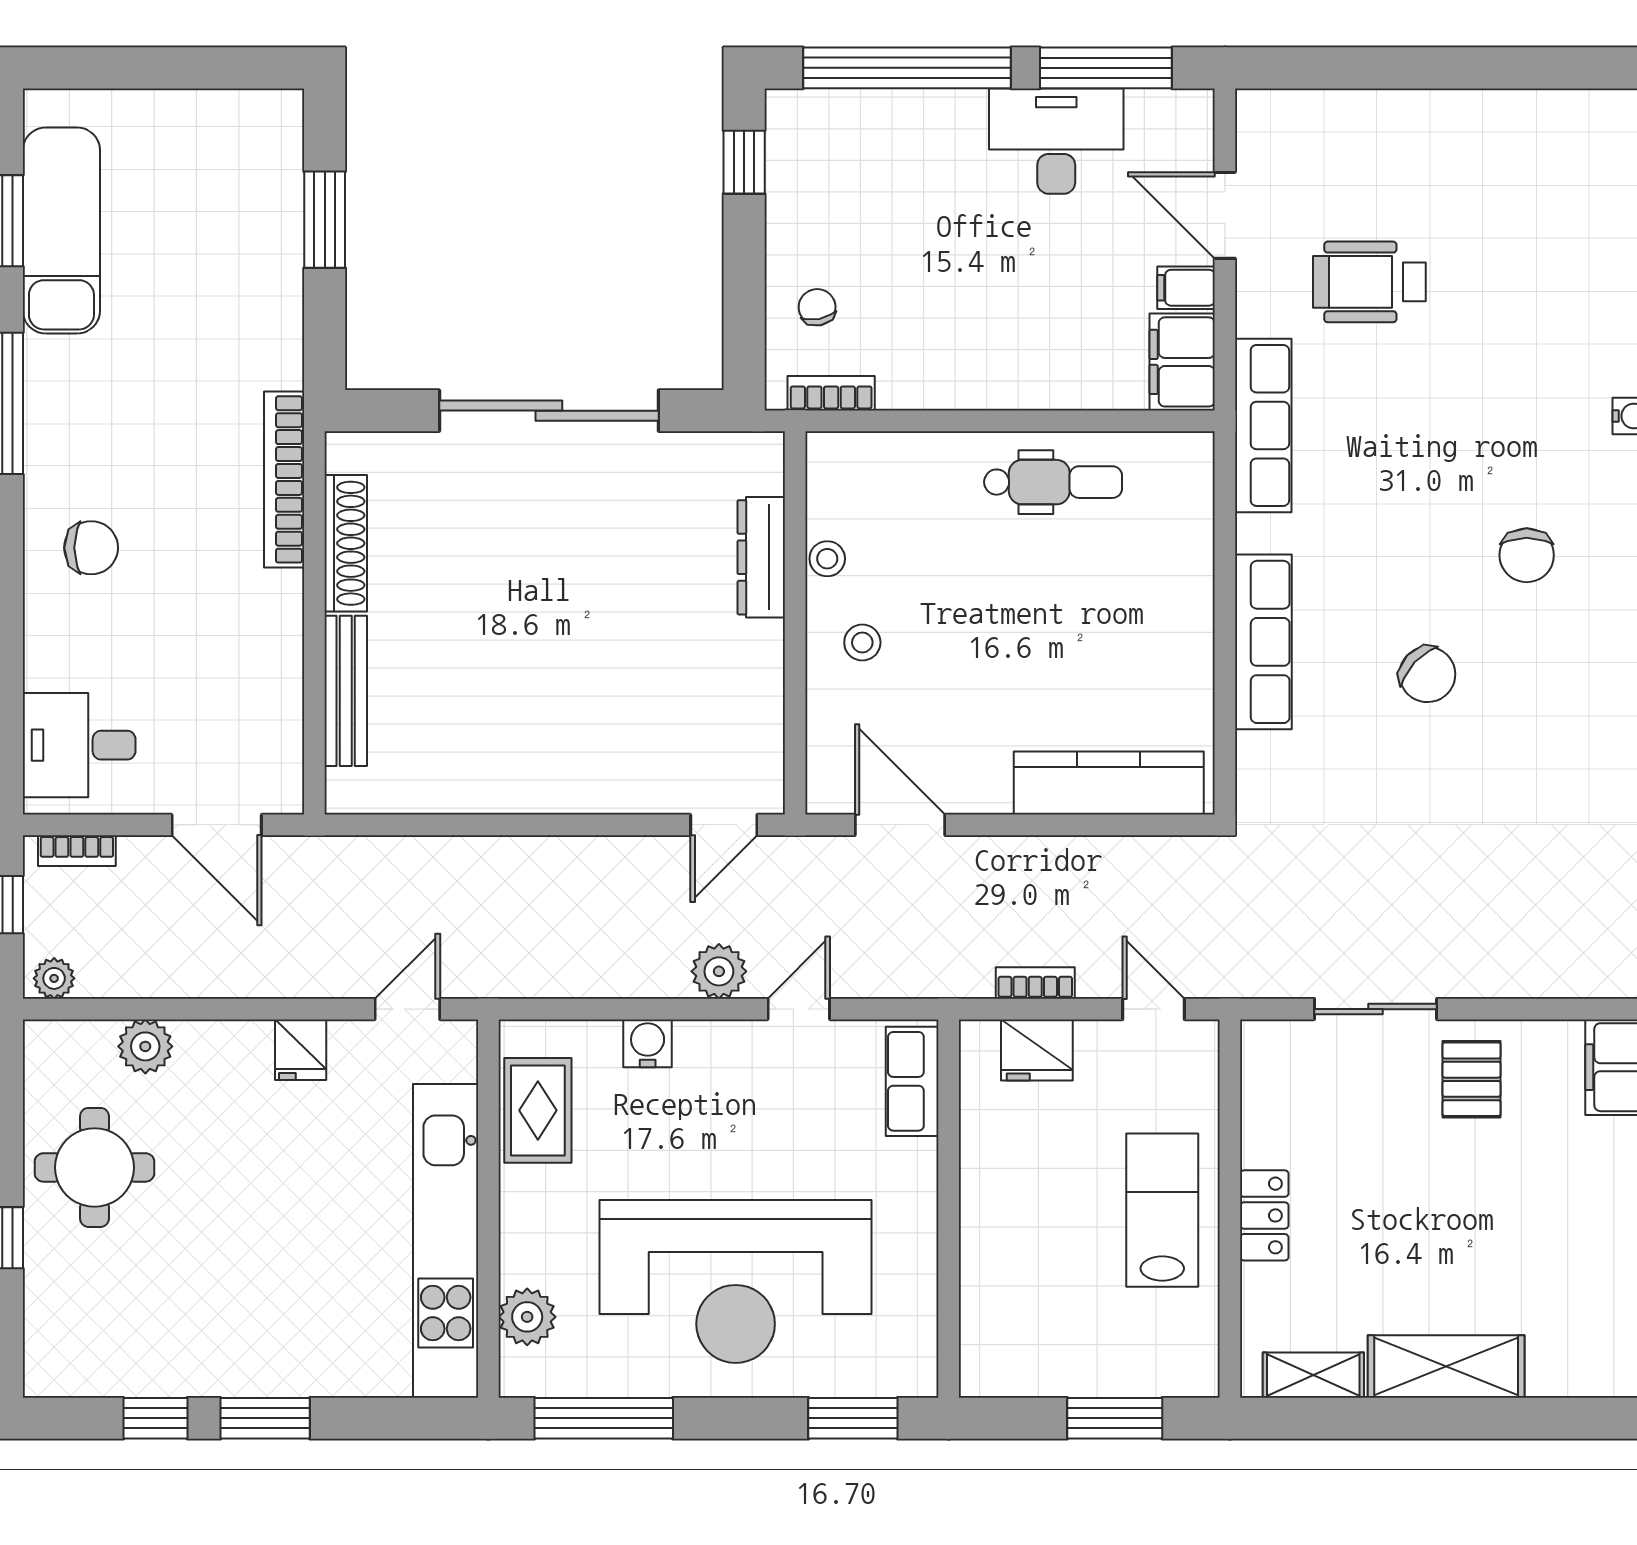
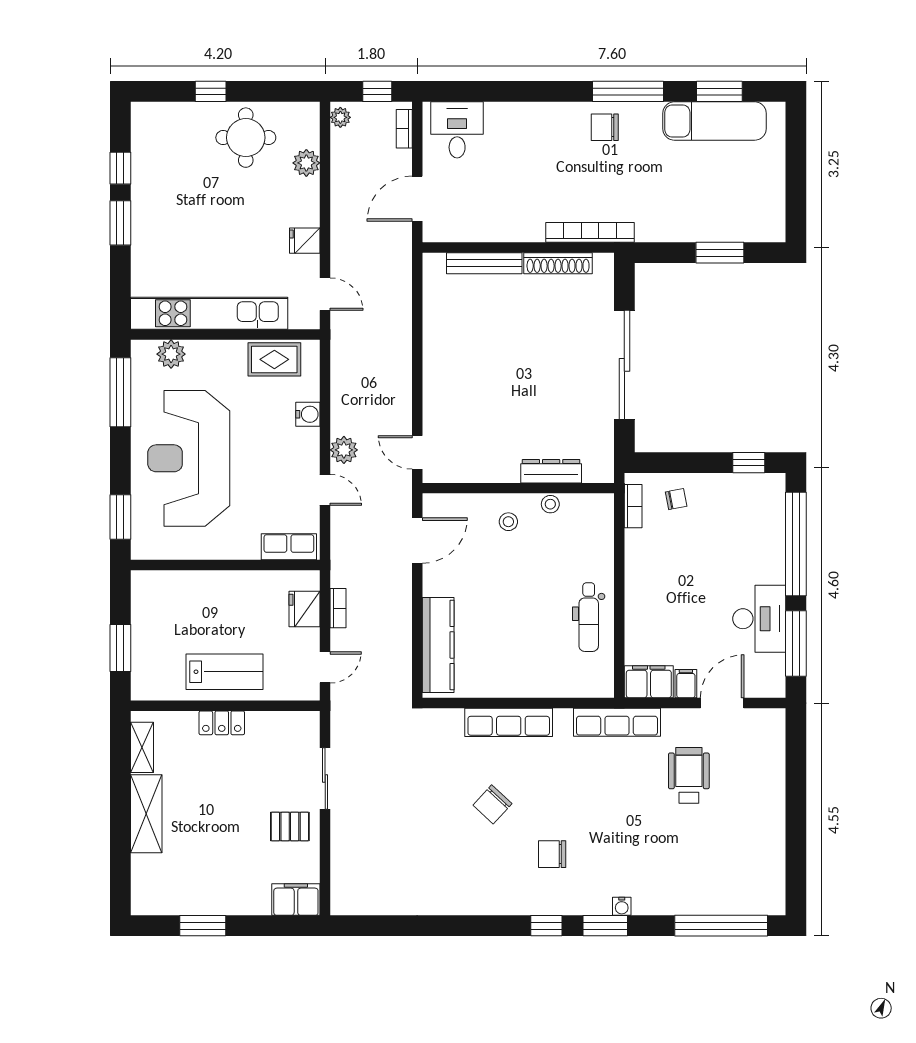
chair: (91, 548) -> (605, 127), moved, turned 90

